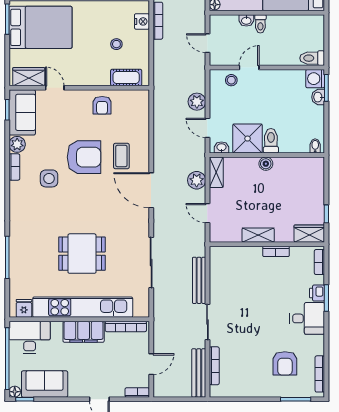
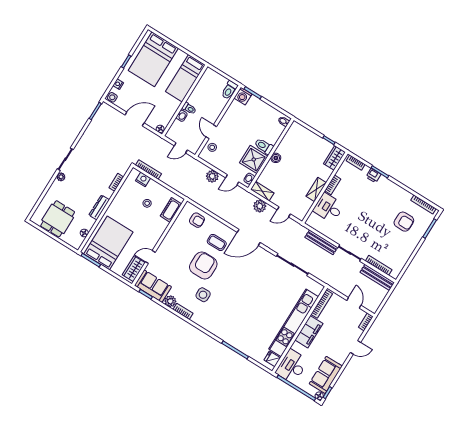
washbasin: (318, 97) -> (255, 101), removed
armchair: (102, 105) -> (197, 220), moved
dining table: (82, 254) -> (261, 303), removed
desk: (307, 318) -> (328, 208), moved, turned -90

